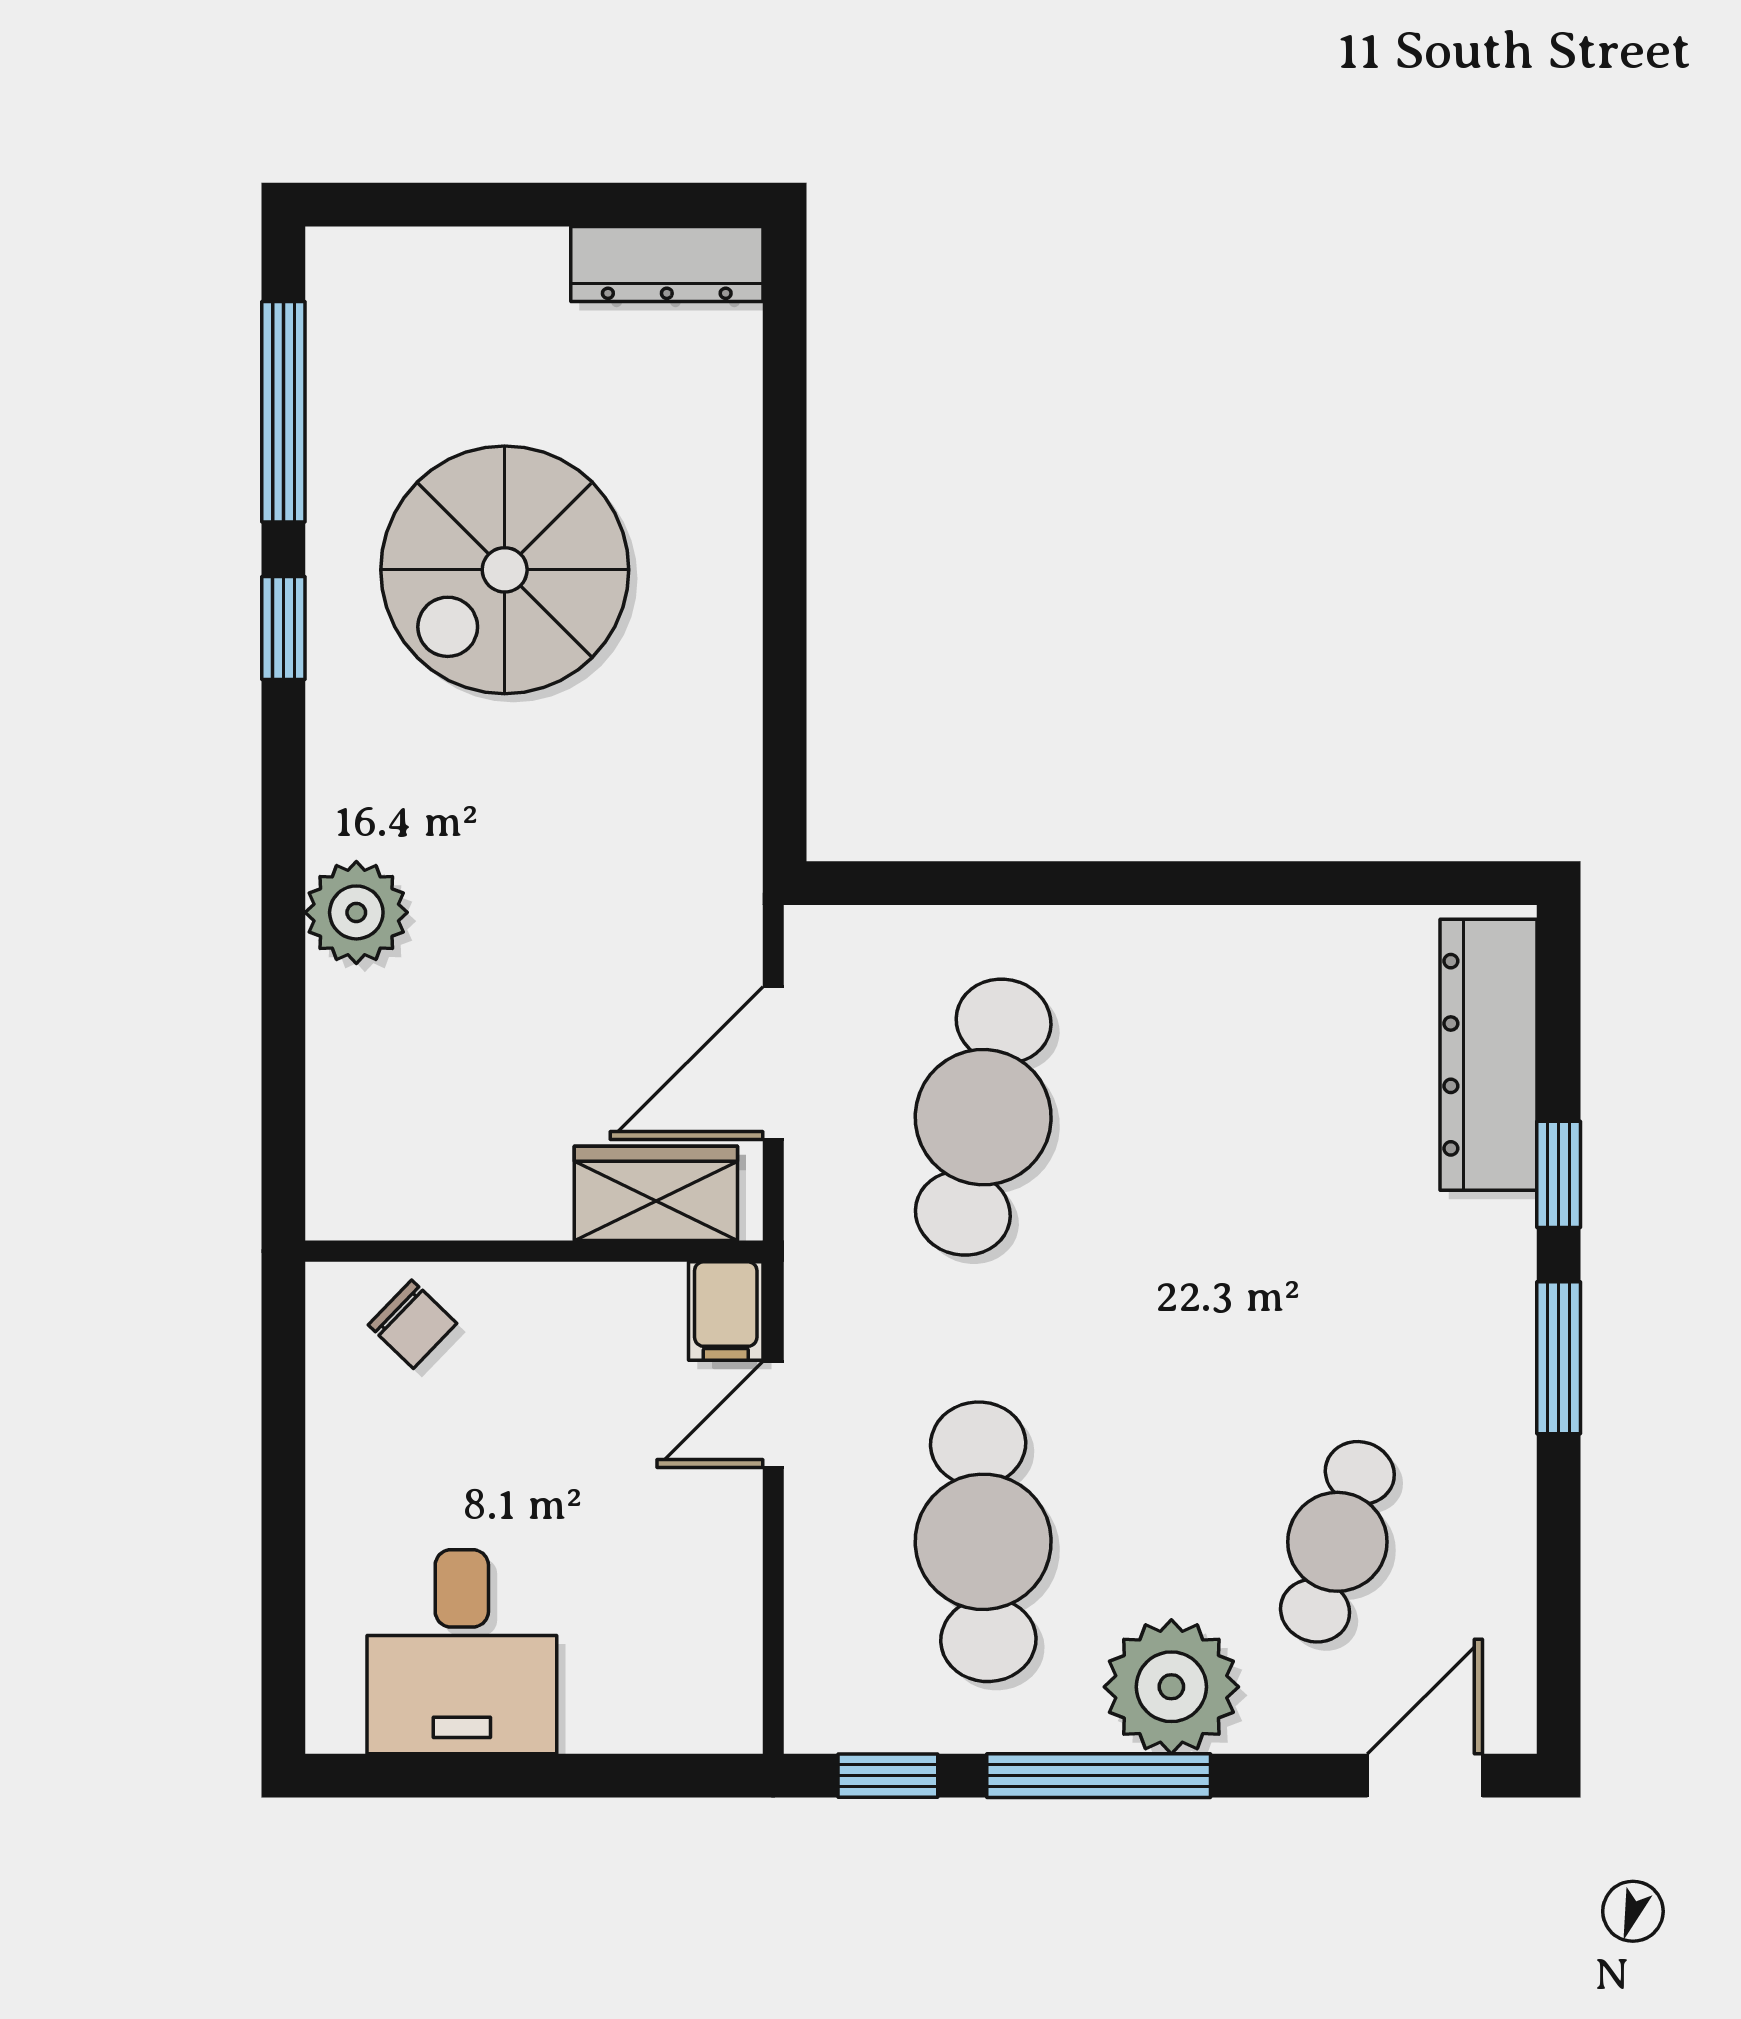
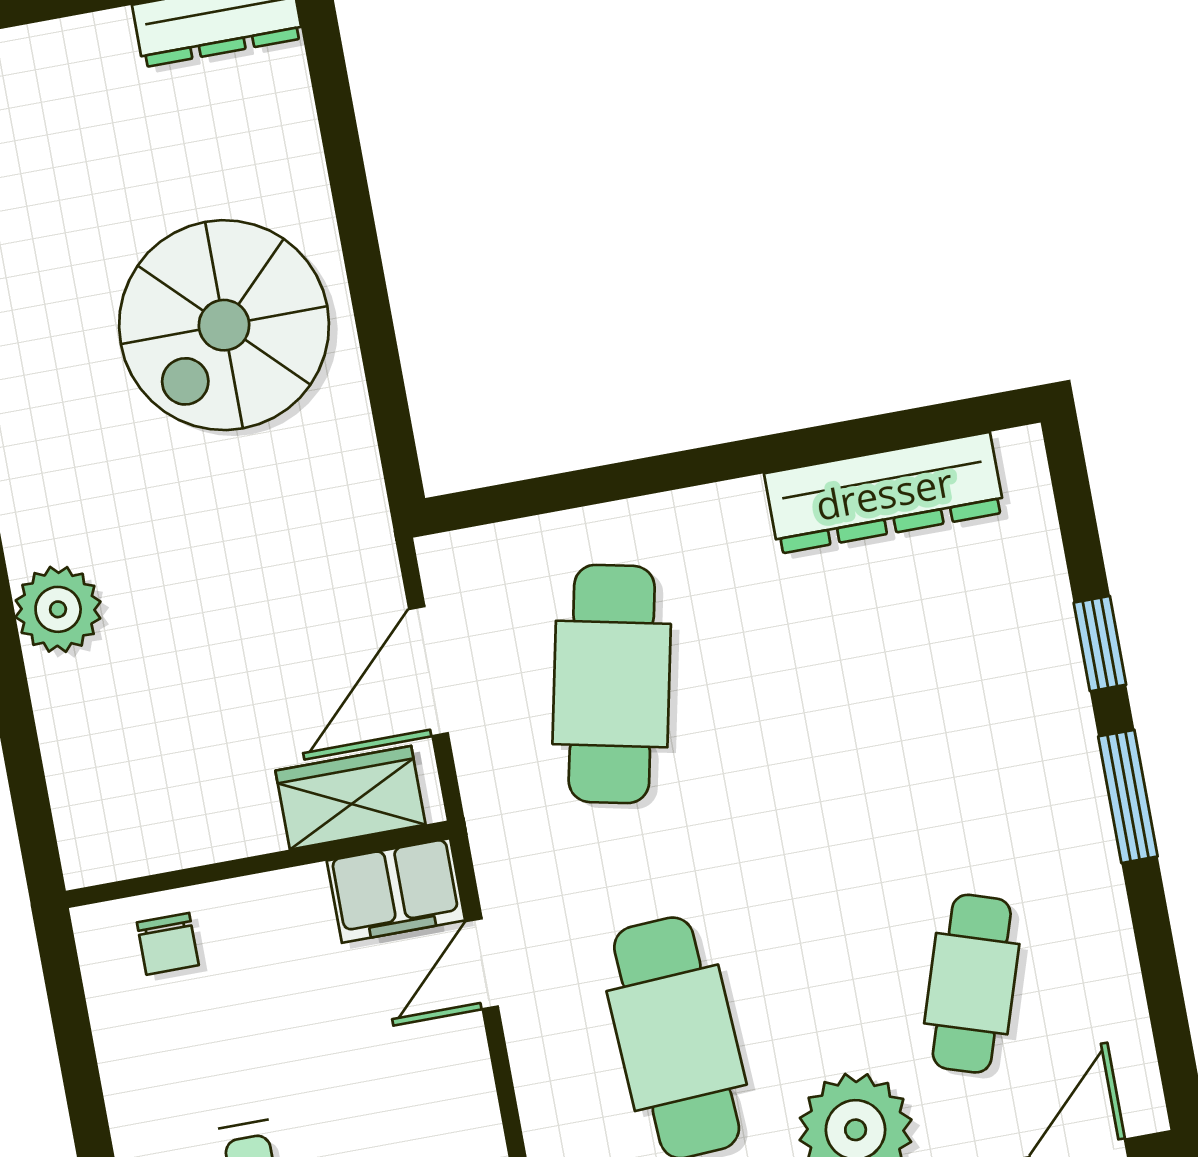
spiral stairs: (505, 570) -> (224, 325), moved
dresser: (1489, 1055) -> (884, 493), moved, turned -90
filing cabinet: (726, 1311) -> (396, 891), width x2.00
chair: (412, 1324) -> (168, 944), turned 46

